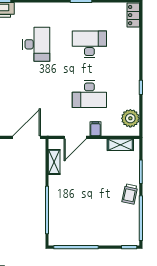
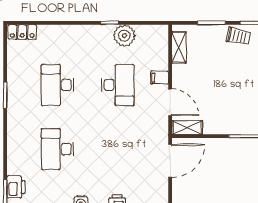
desk: (36, 44) -> (57, 149), turned -90
plant: (130, 118) -> (124, 36), moved
door: (27, 137) -> (170, 161), swing flipped
shelving: (54, 162) -> (187, 128), moved

